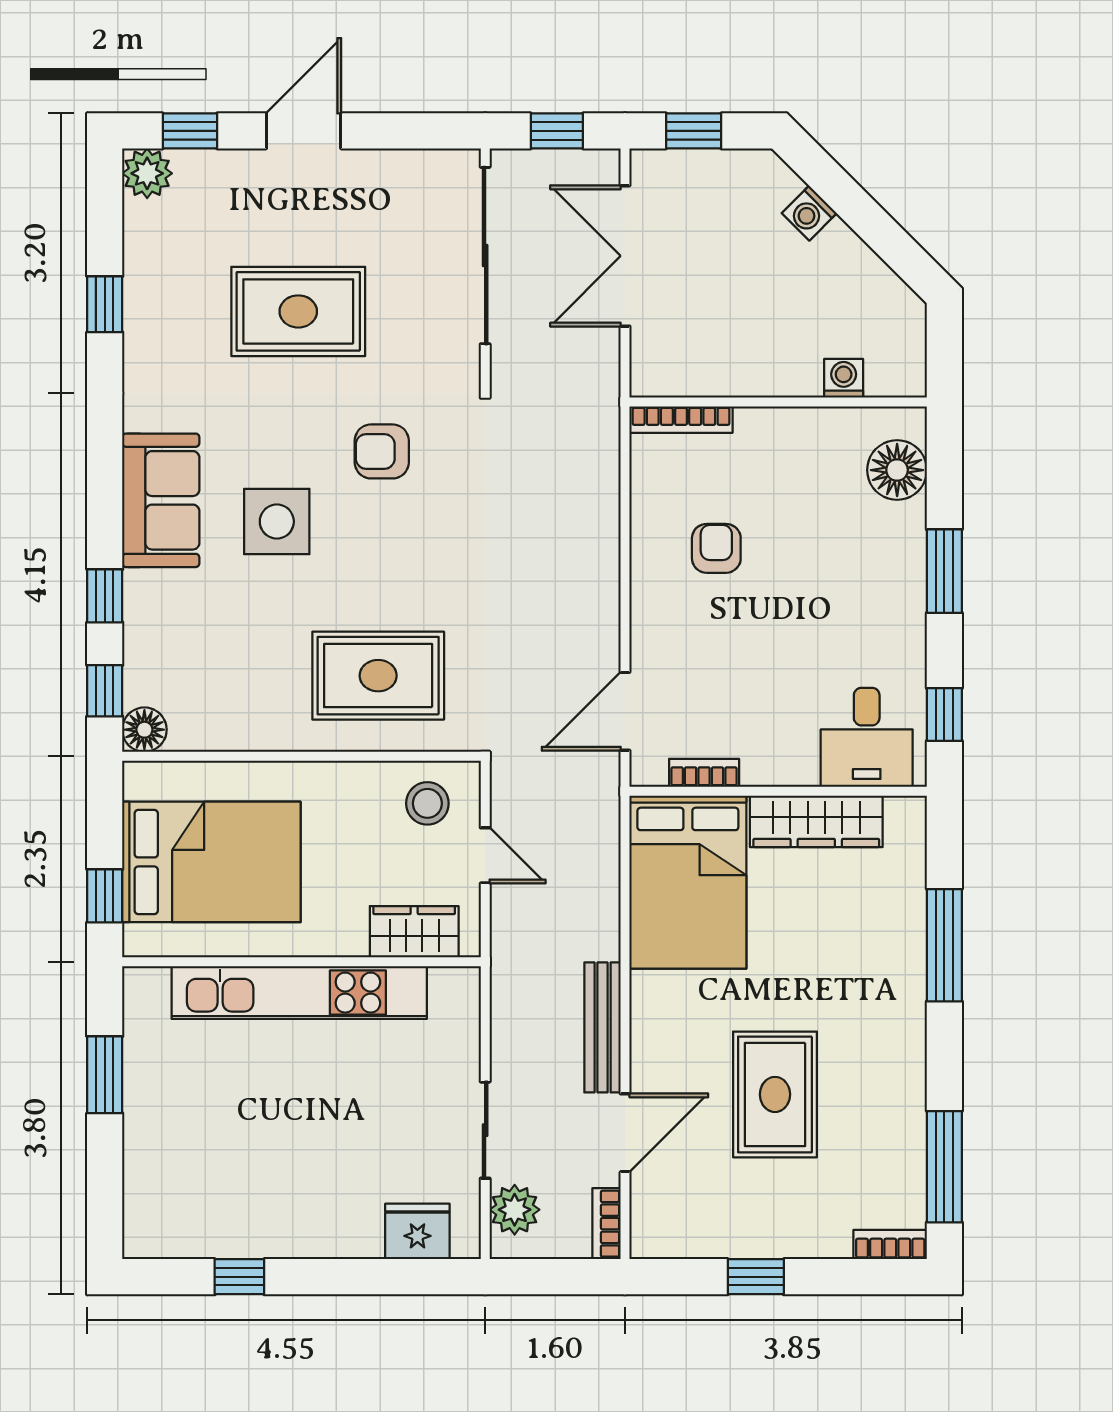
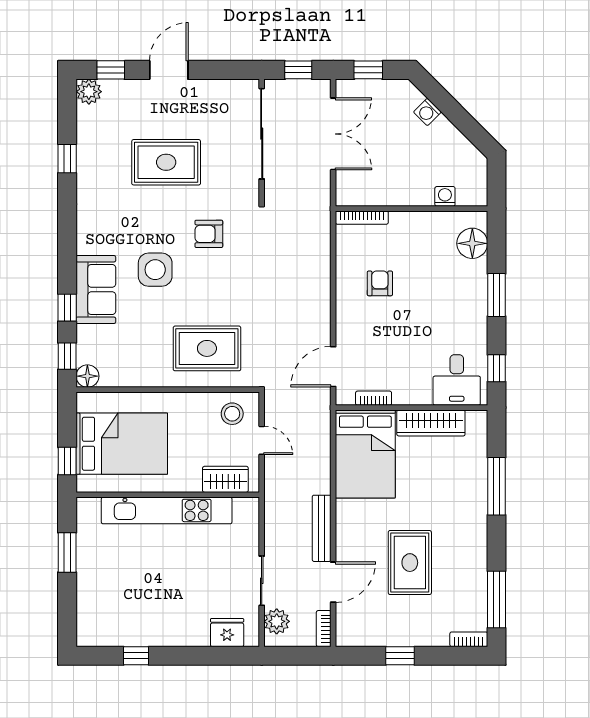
double door: (625, 256) -> (333, 134), swing flipped
sofa: (161, 500) -> (96, 289), moved

